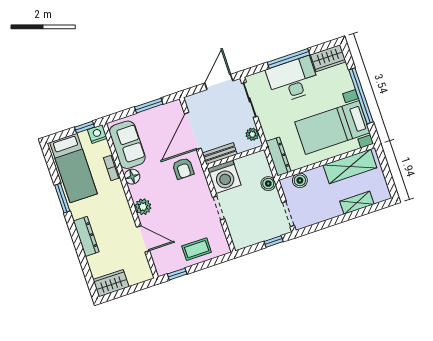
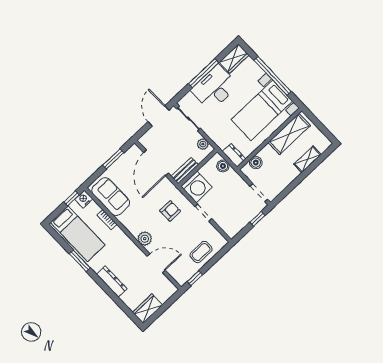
dresser: (278, 157) -> (234, 155), width x0.70
armchair: (183, 168) -> (170, 211), moved, turned -90
floor lamp: (132, 177) -> (126, 219), removed
boiler: (268, 184) -> (223, 166), moved

